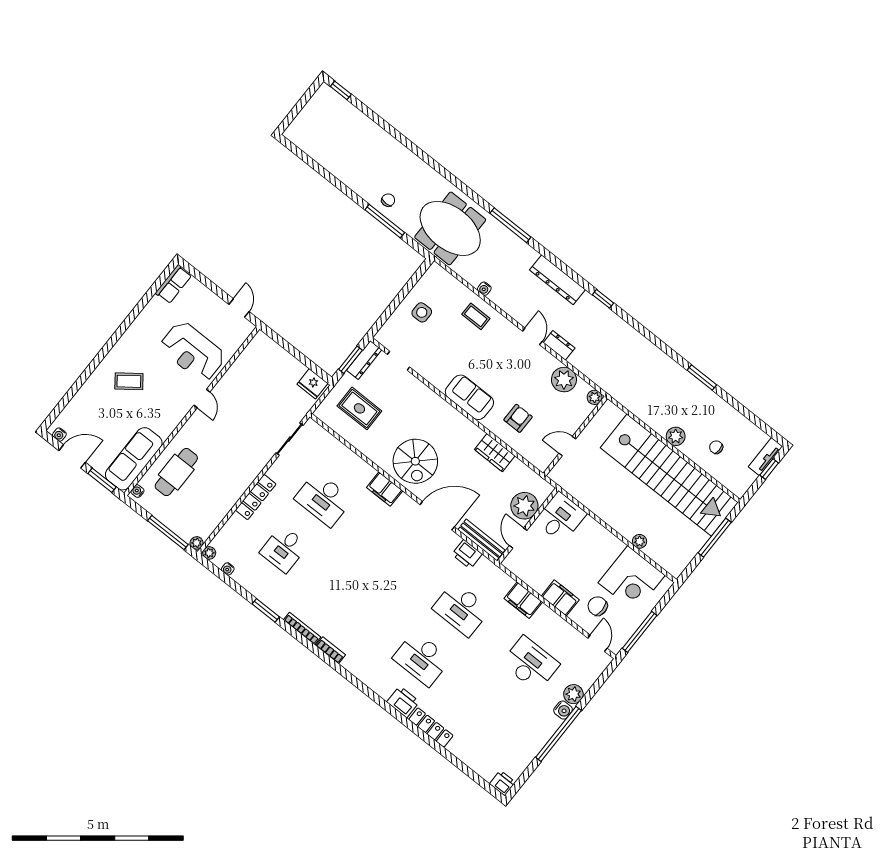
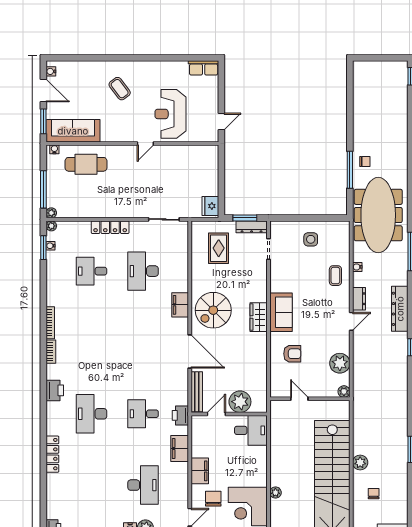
meeting table: (450, 228) -> (378, 215), width x1.36
dresser: (559, 345) -> (359, 299), moved
wardrobe: (495, 453) -> (259, 317), moved
printer: (467, 554) -> (180, 415), moved
desk: (461, 609) -> (143, 414), width x0.73
window: (266, 610) -> (43, 248), moved
printer: (403, 702) -> (55, 390), moved

